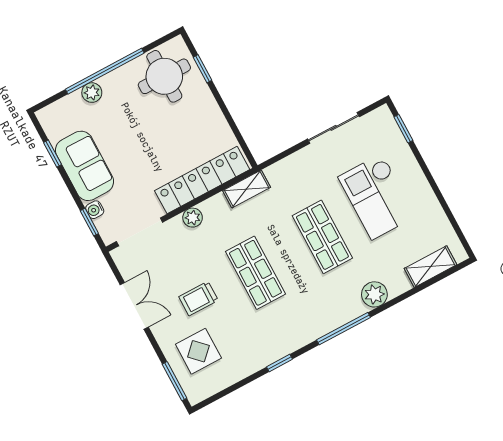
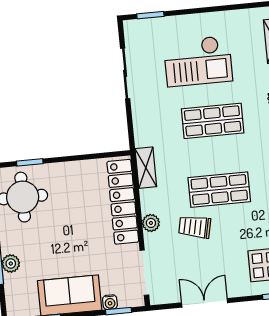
trolley: (198, 299) -> (195, 227), moved, turned 102

